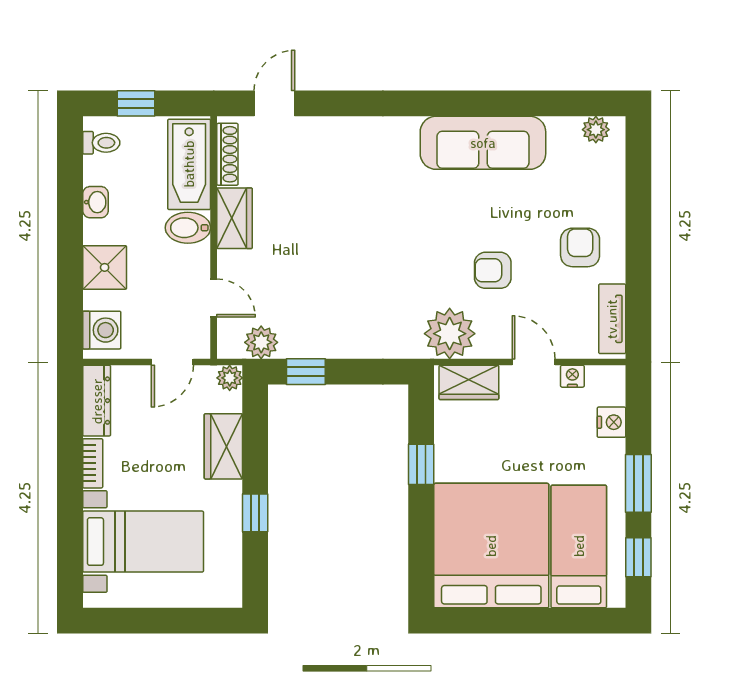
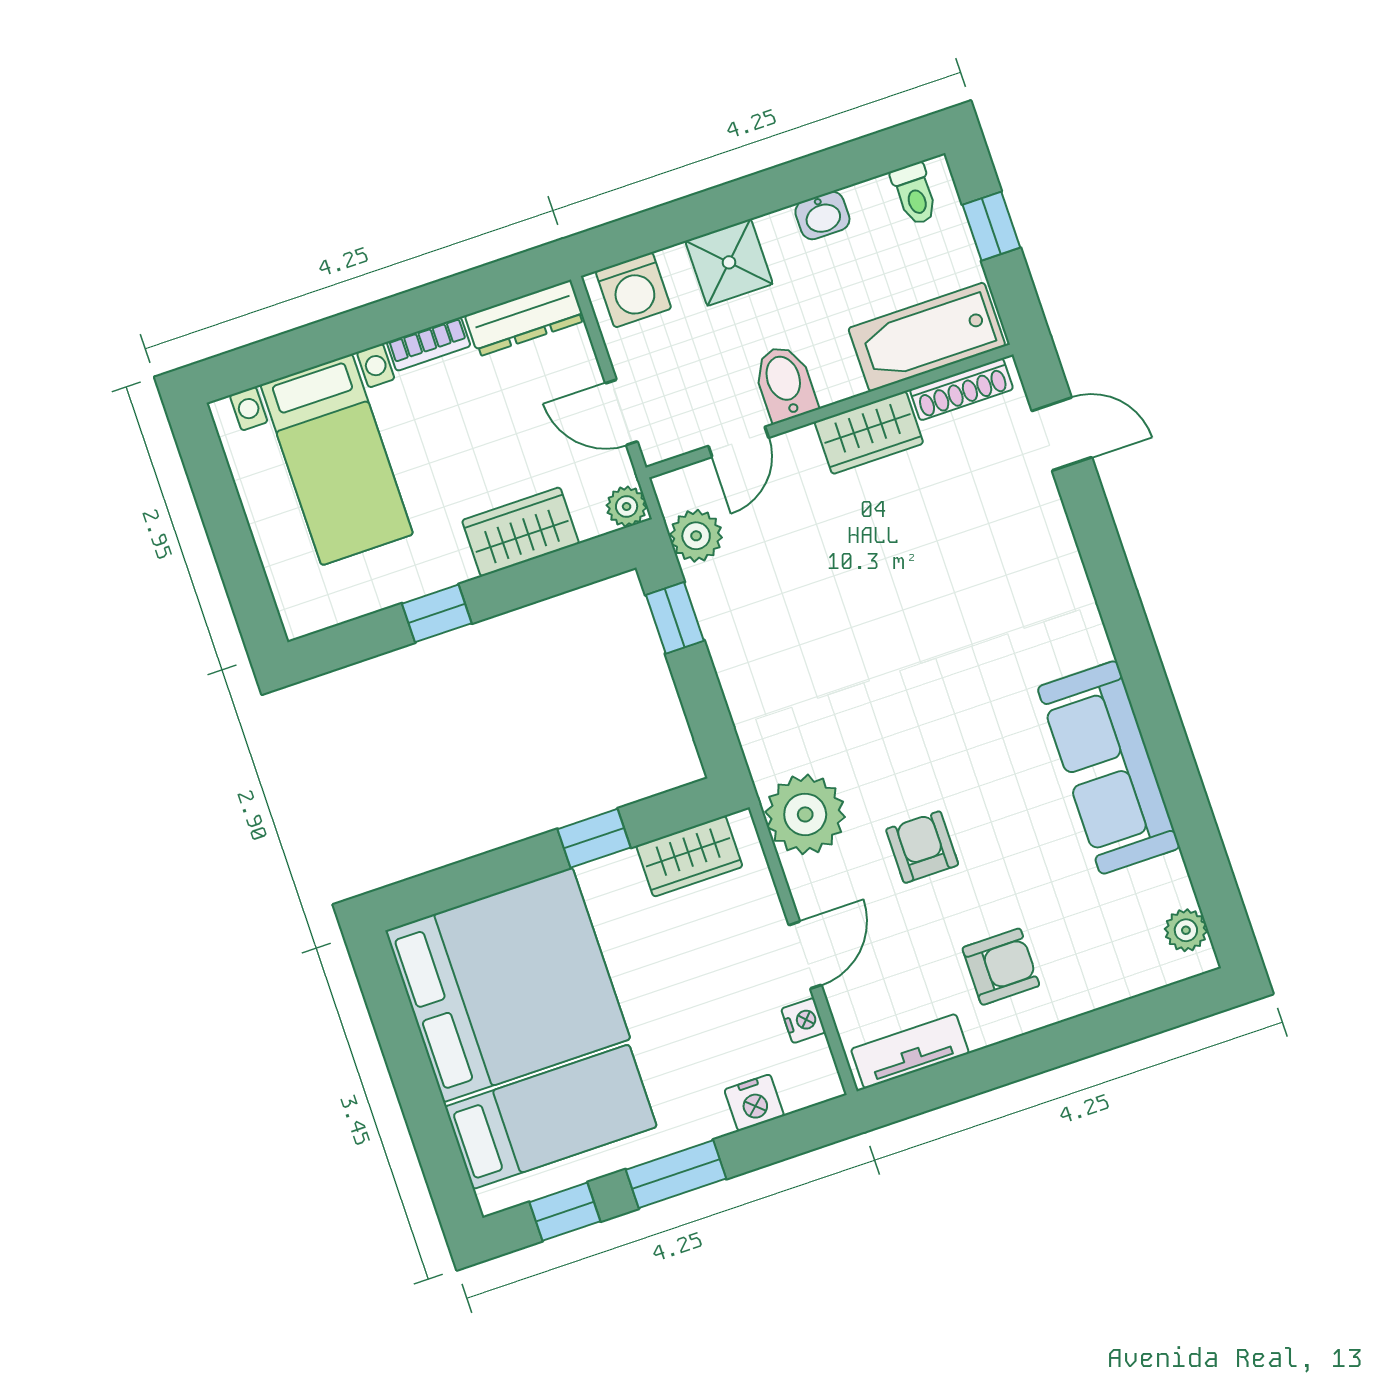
bidet: (188, 228) -> (785, 383), moved
wardrobe: (469, 382) -> (689, 856), moved, turned -90

